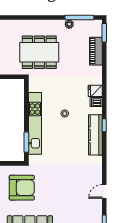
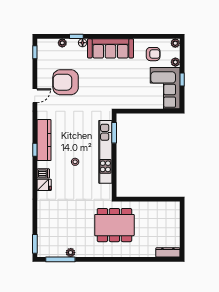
piano: (96, 51) -> (44, 225), removed
dining table: (39, 52) -> (114, 225), moved
armchair: (22, 188) -> (66, 82), moved
door: (104, 191) -> (35, 96), moved

